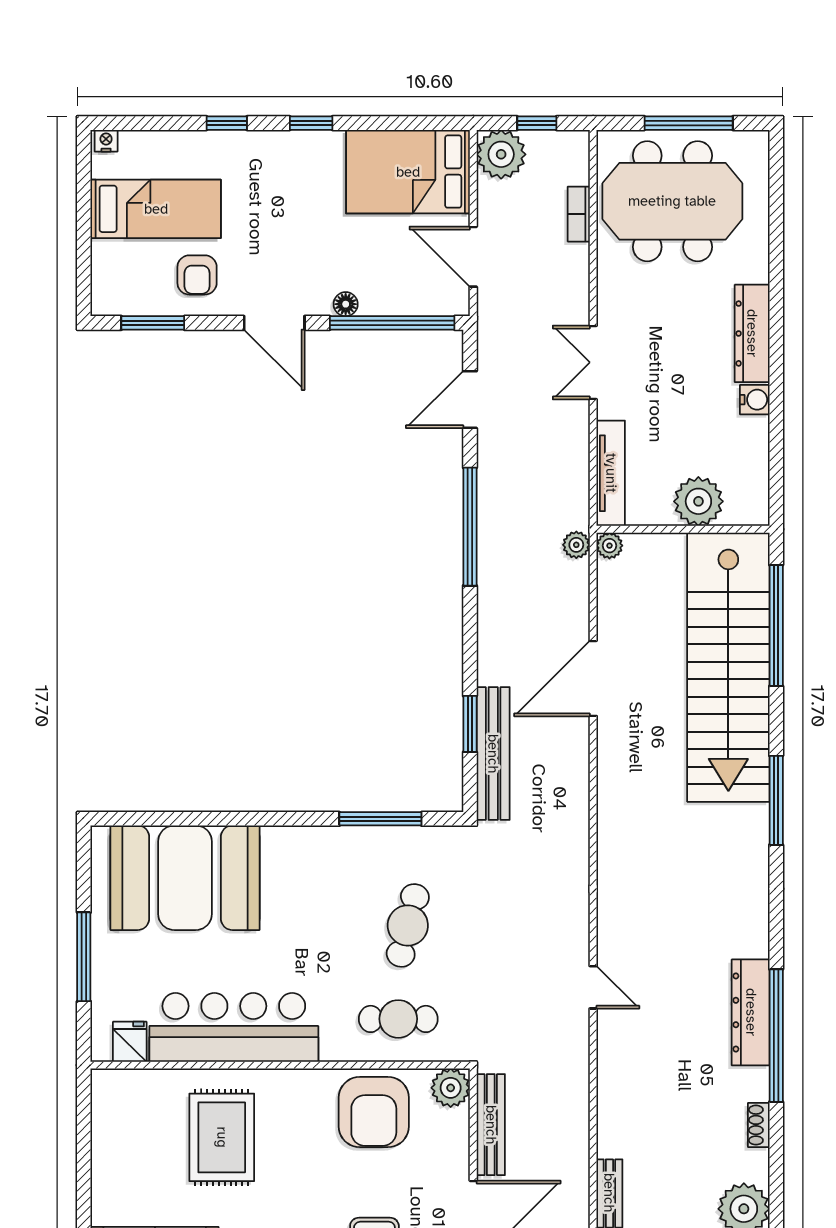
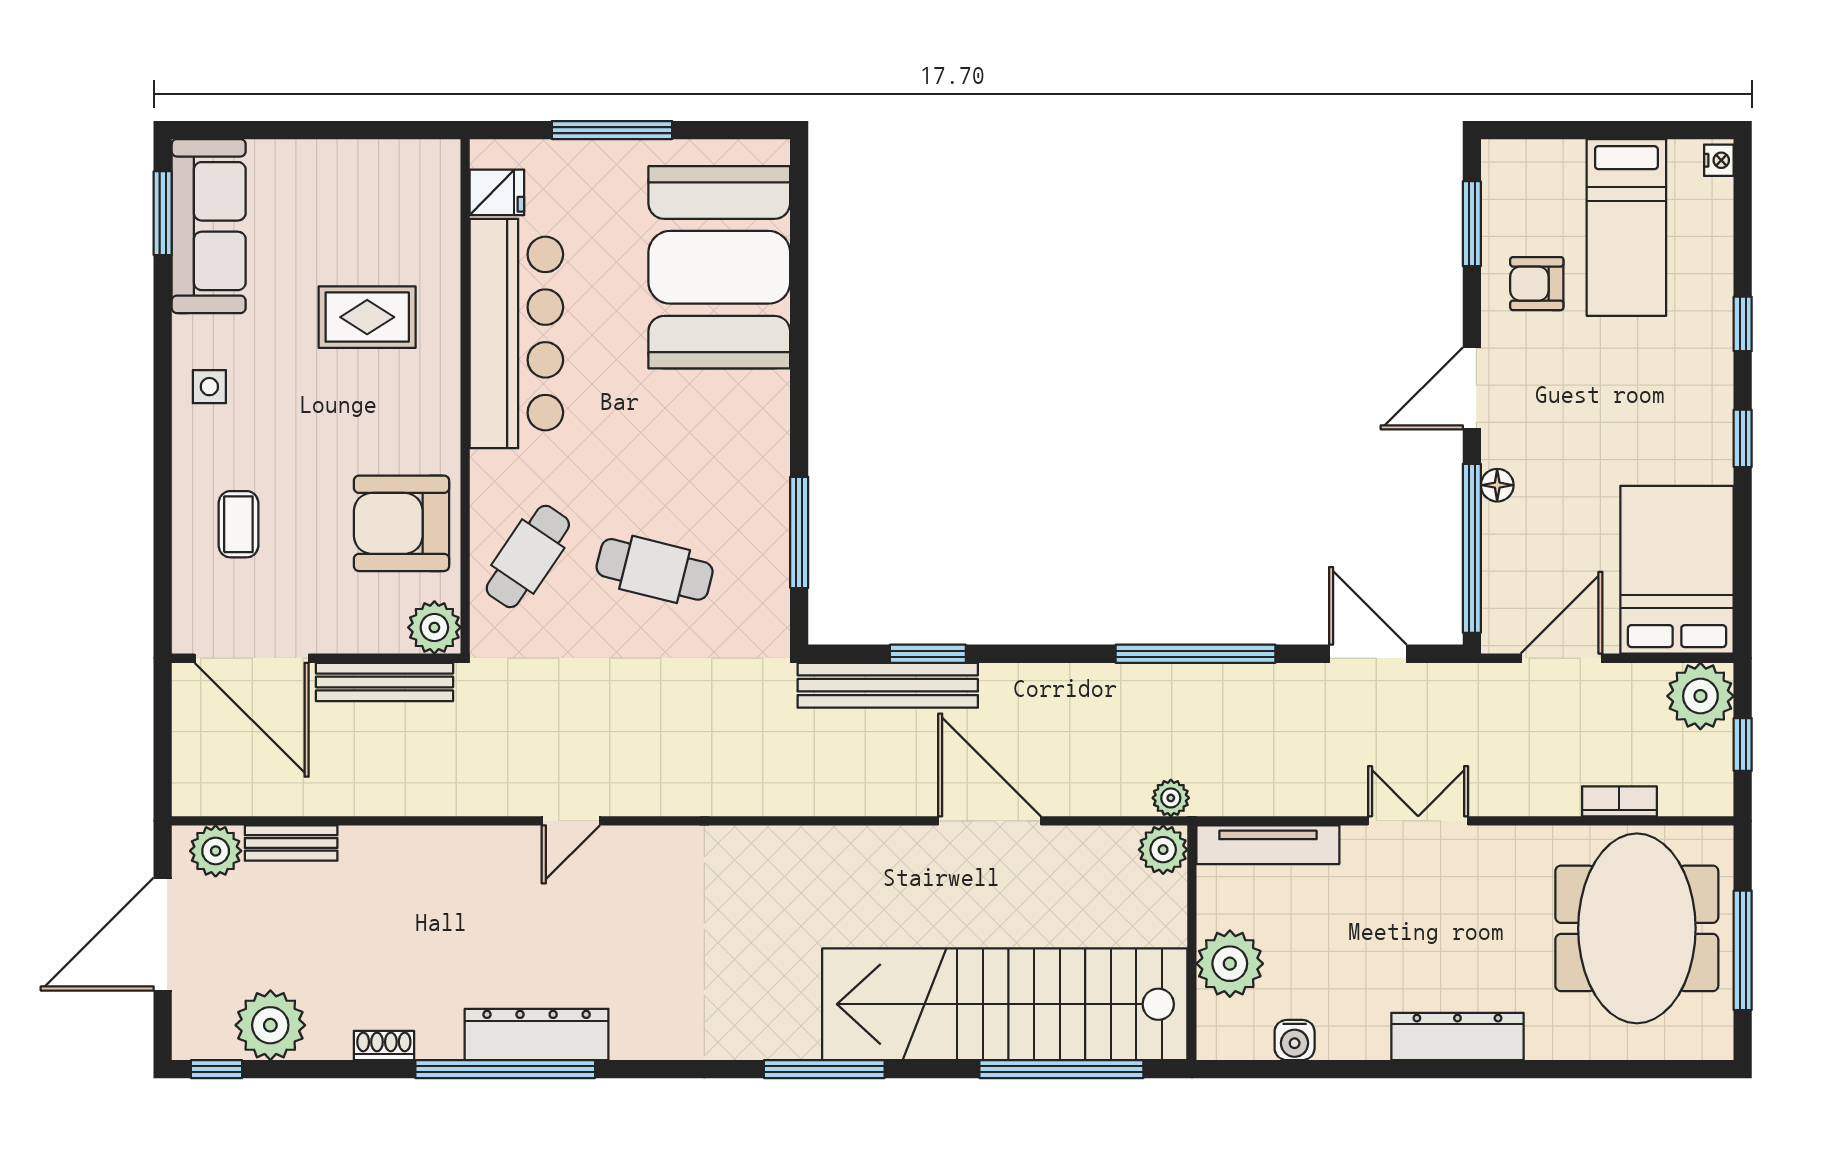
water cooler: (755, 400) -> (1295, 1040), moved
plant: (609, 546) -> (1163, 850), width x1.38, depth x1.38
cafe table: (398, 1019) -> (528, 556), turned 34
rug: (222, 1137) -> (367, 317), width x0.73, depth x0.70

